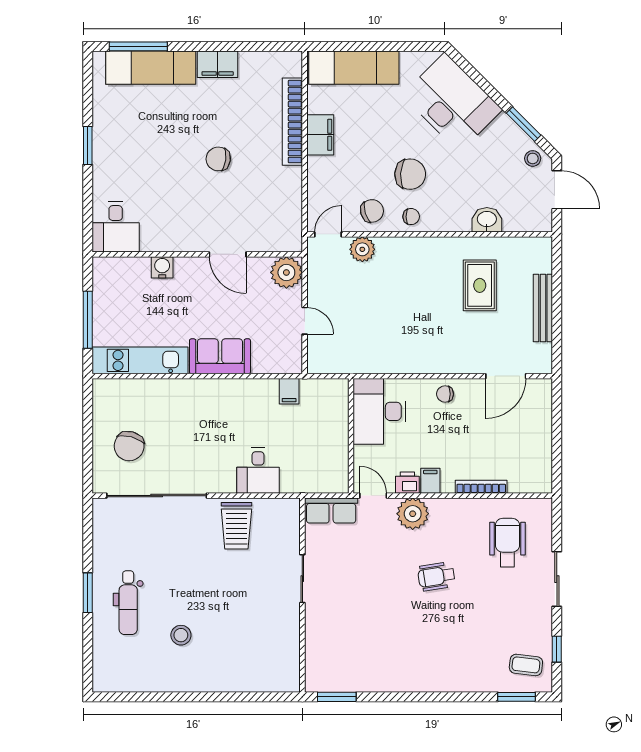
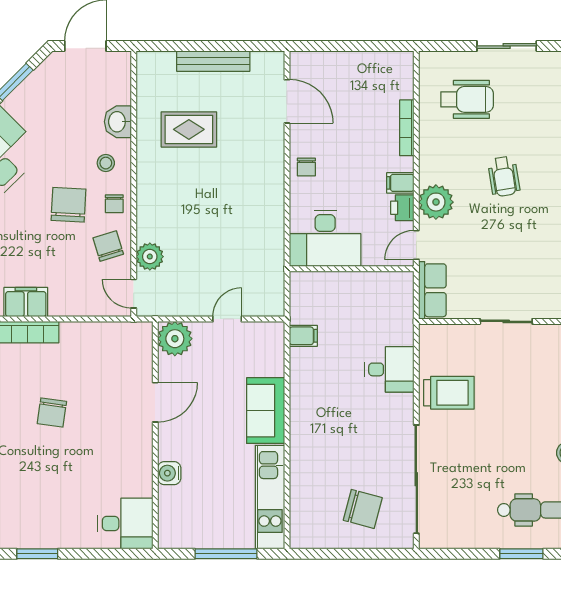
stool: (533, 158) -> (106, 163), moved
chair: (411, 217) -> (114, 204), turned 180
wheelchair: (507, 543) -> (467, 99), turned 180

